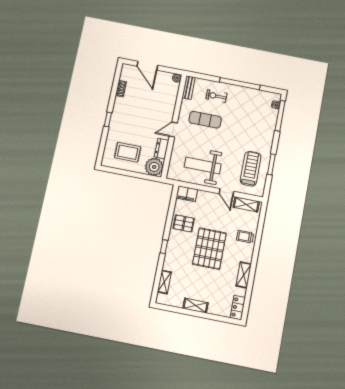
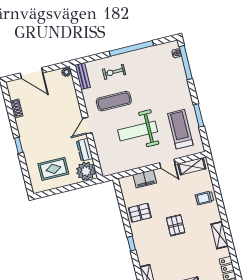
weight bench: (203, 166) -> (138, 131), moved
filing cabinet: (187, 194) -> (145, 179), moved
pallet: (209, 249) -> (176, 225), width x0.49, depth x0.50

